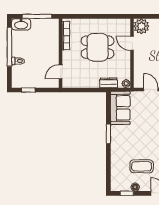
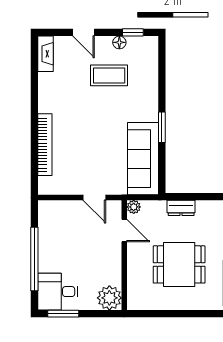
door: (132, 43) -> (124, 231), moved
dresser: (109, 83) -> (181, 208), moved
sofa: (120, 108) -> (143, 159), width x1.36

